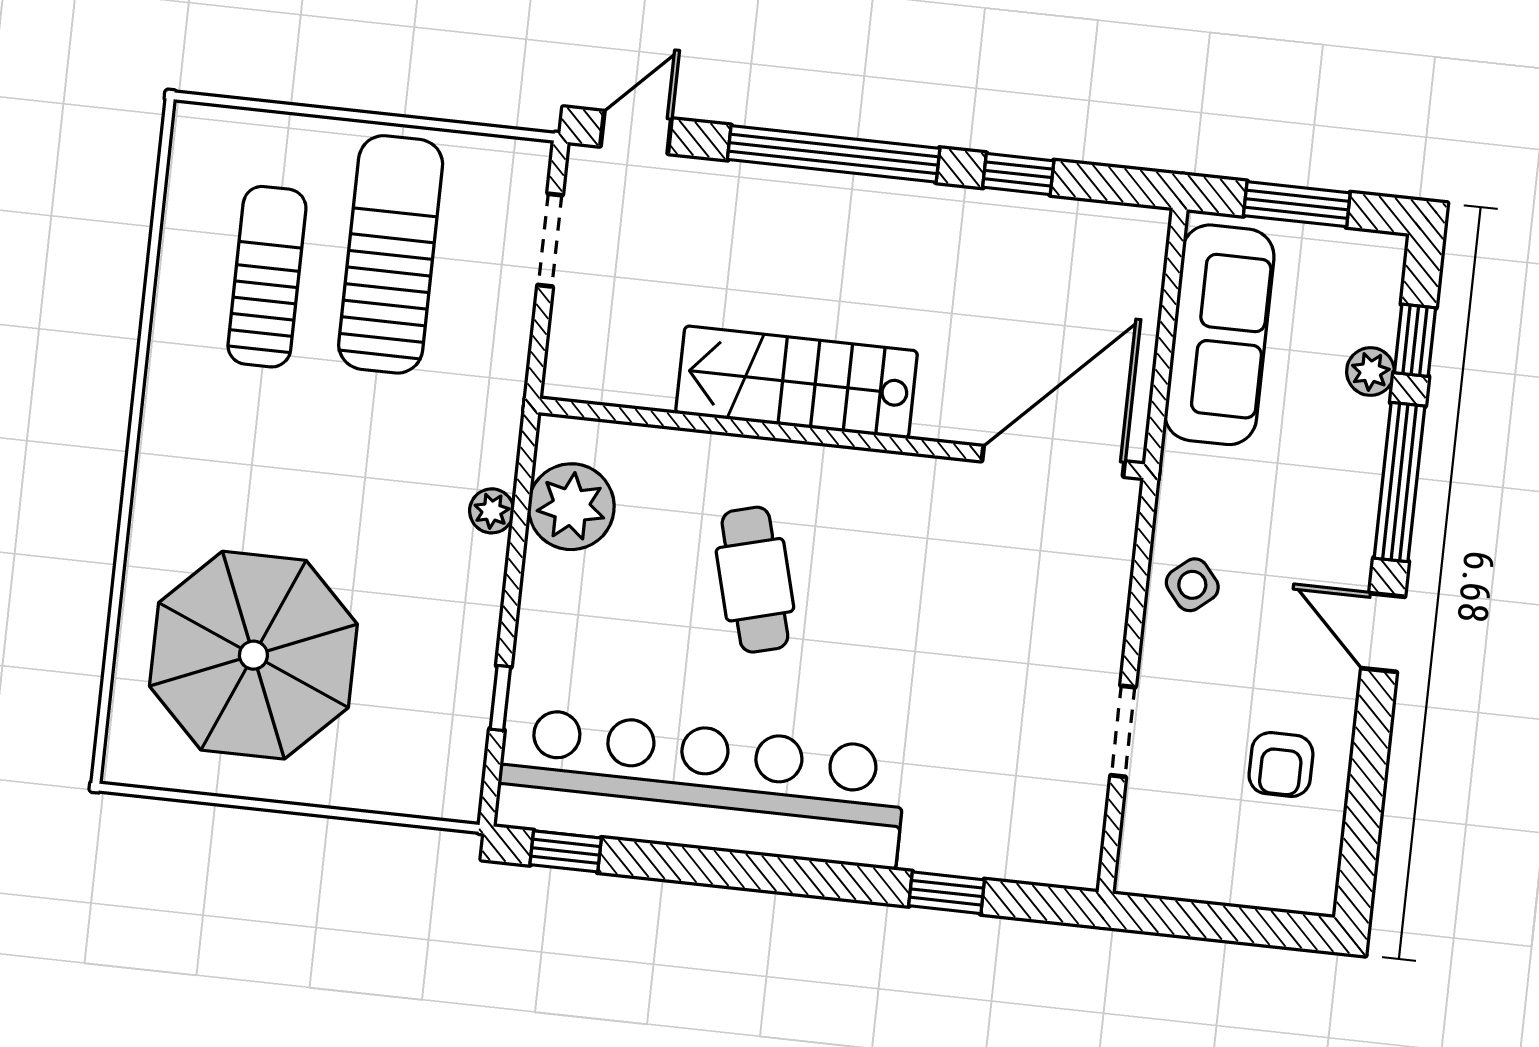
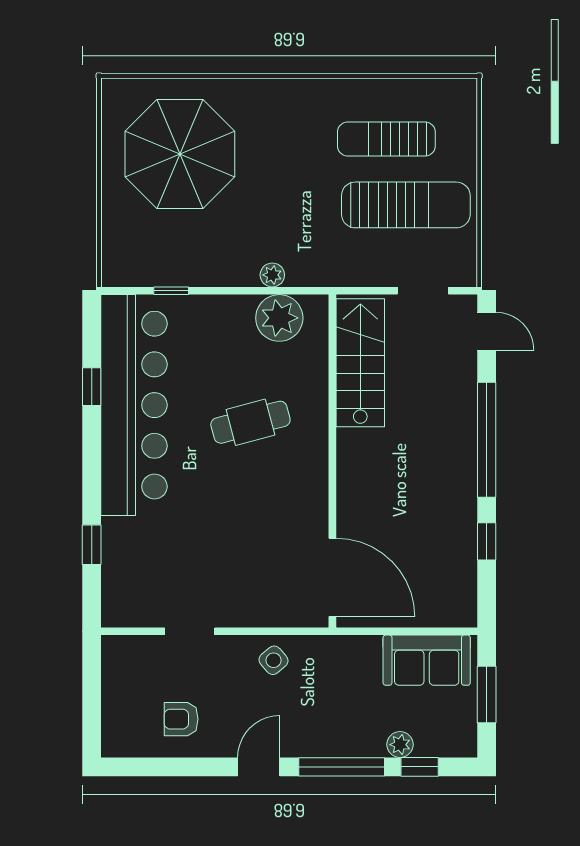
sun lounger: (267, 277) -> (386, 139), turned 180
sofa: (1219, 335) -> (427, 660), width x0.73
stairs: (797, 382) -> (360, 363), moved
window: (566, 851) -> (92, 387), moved

